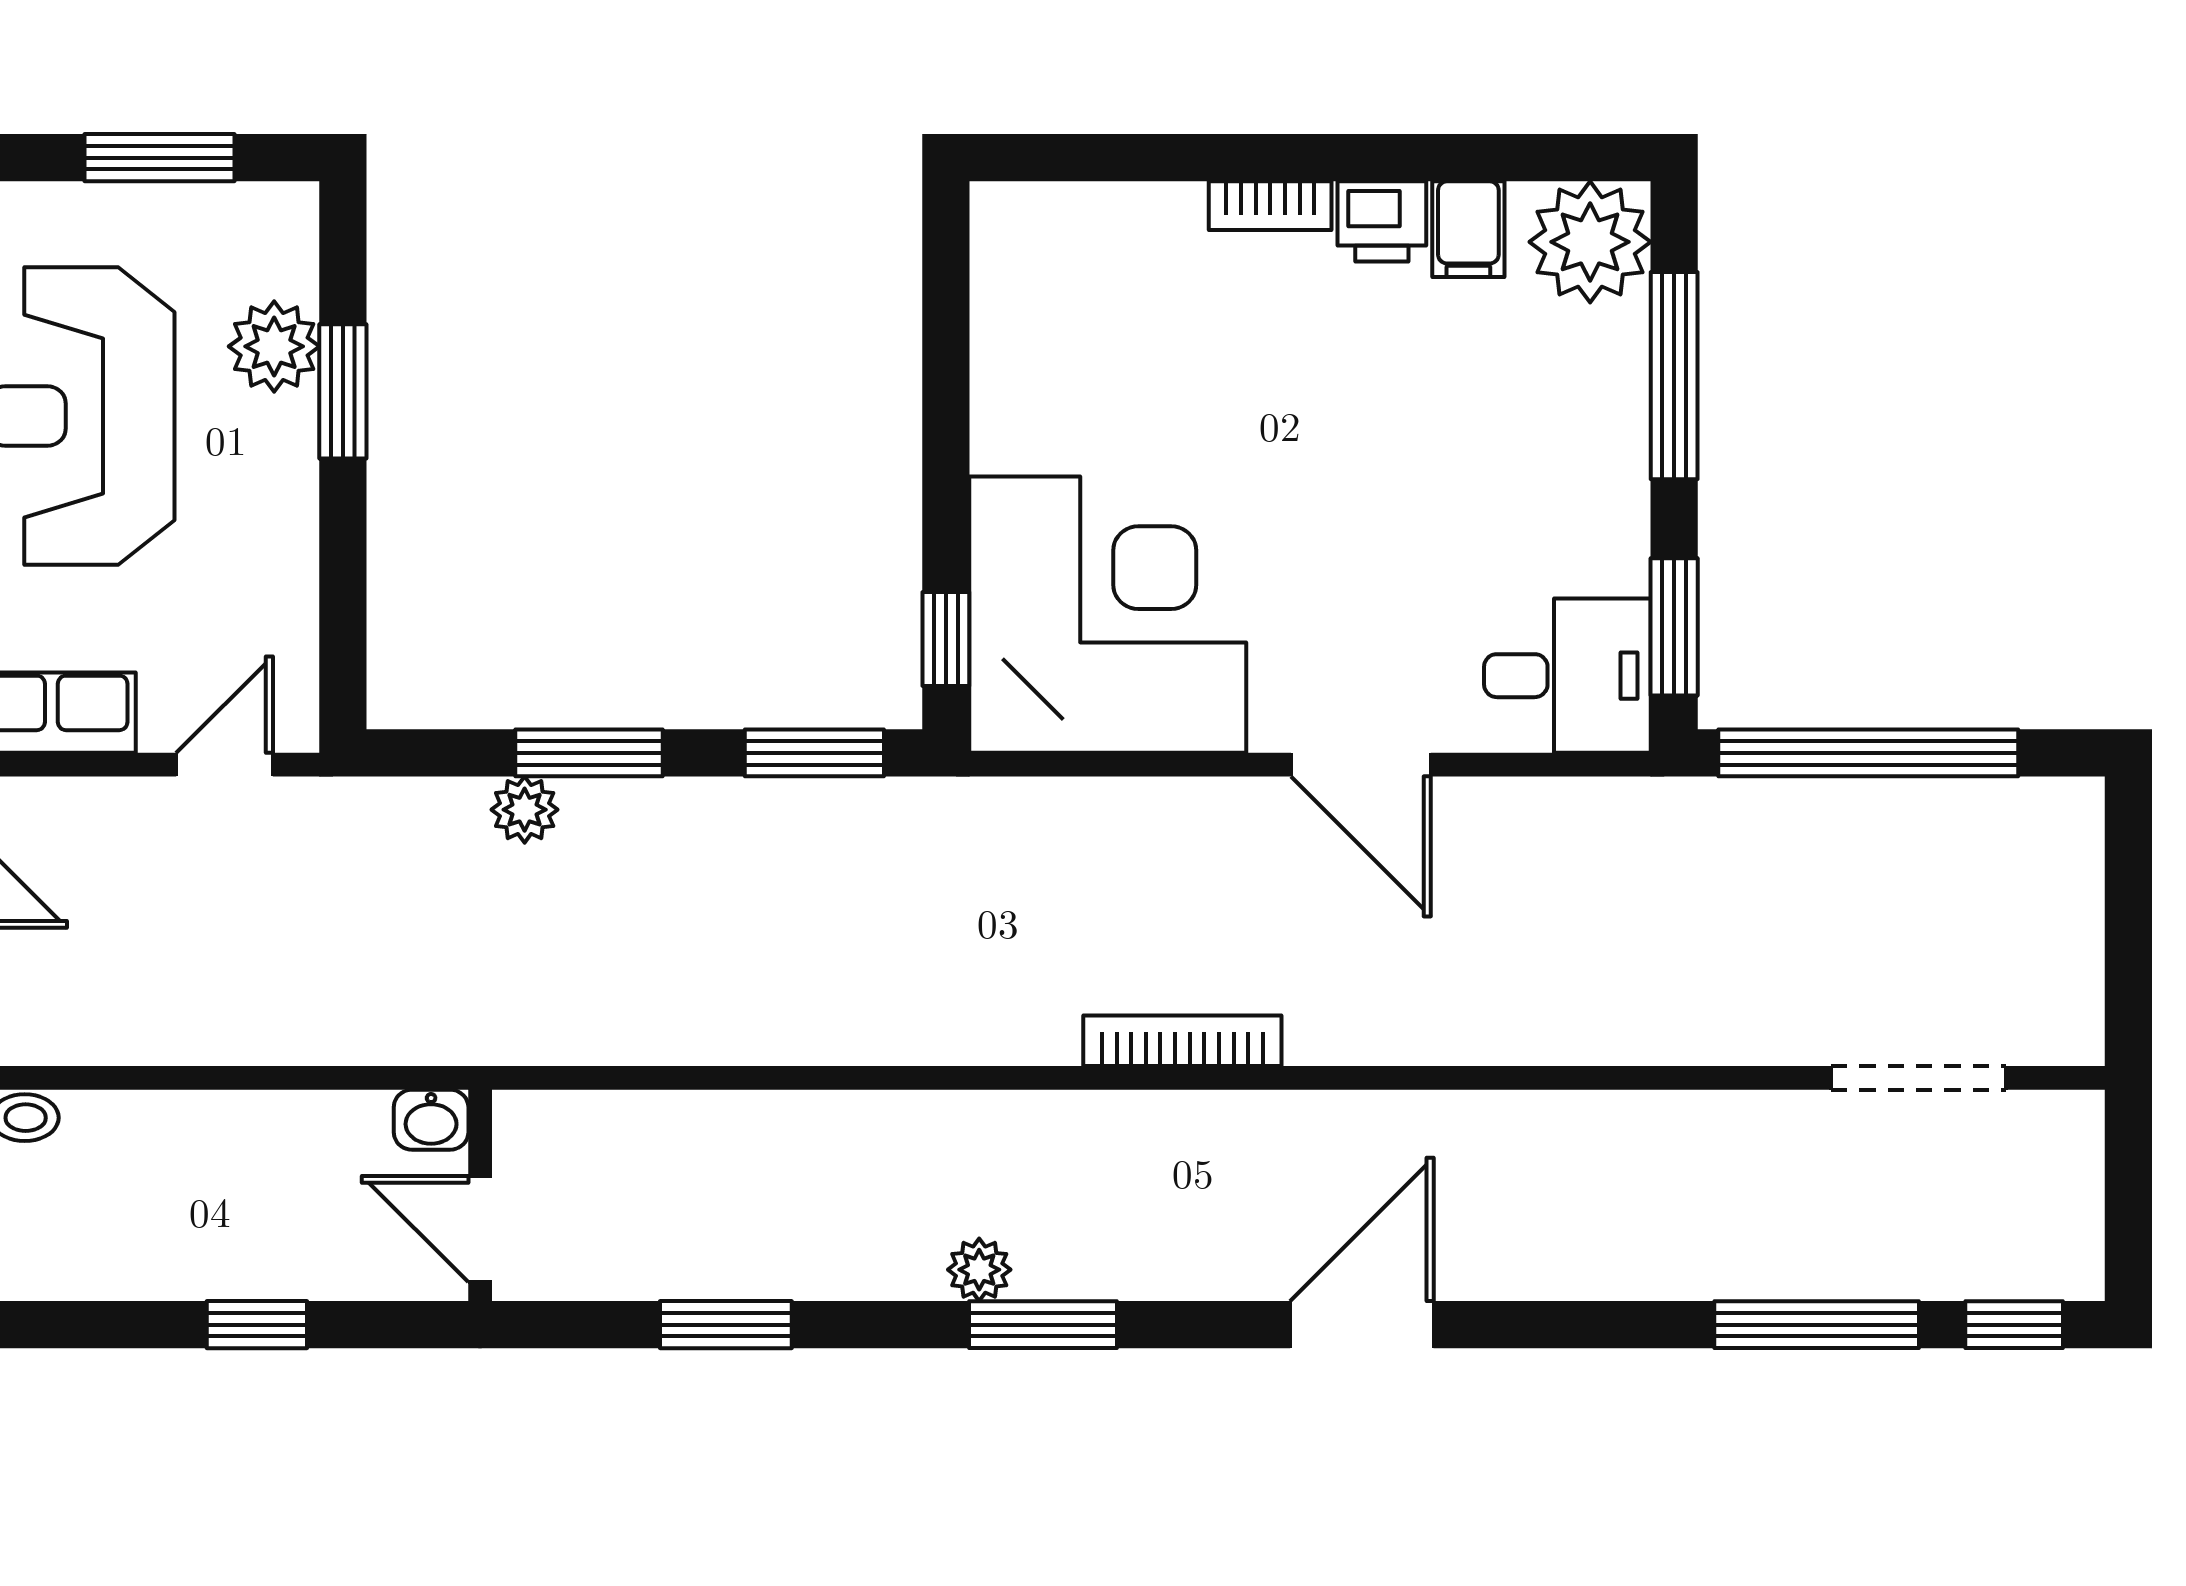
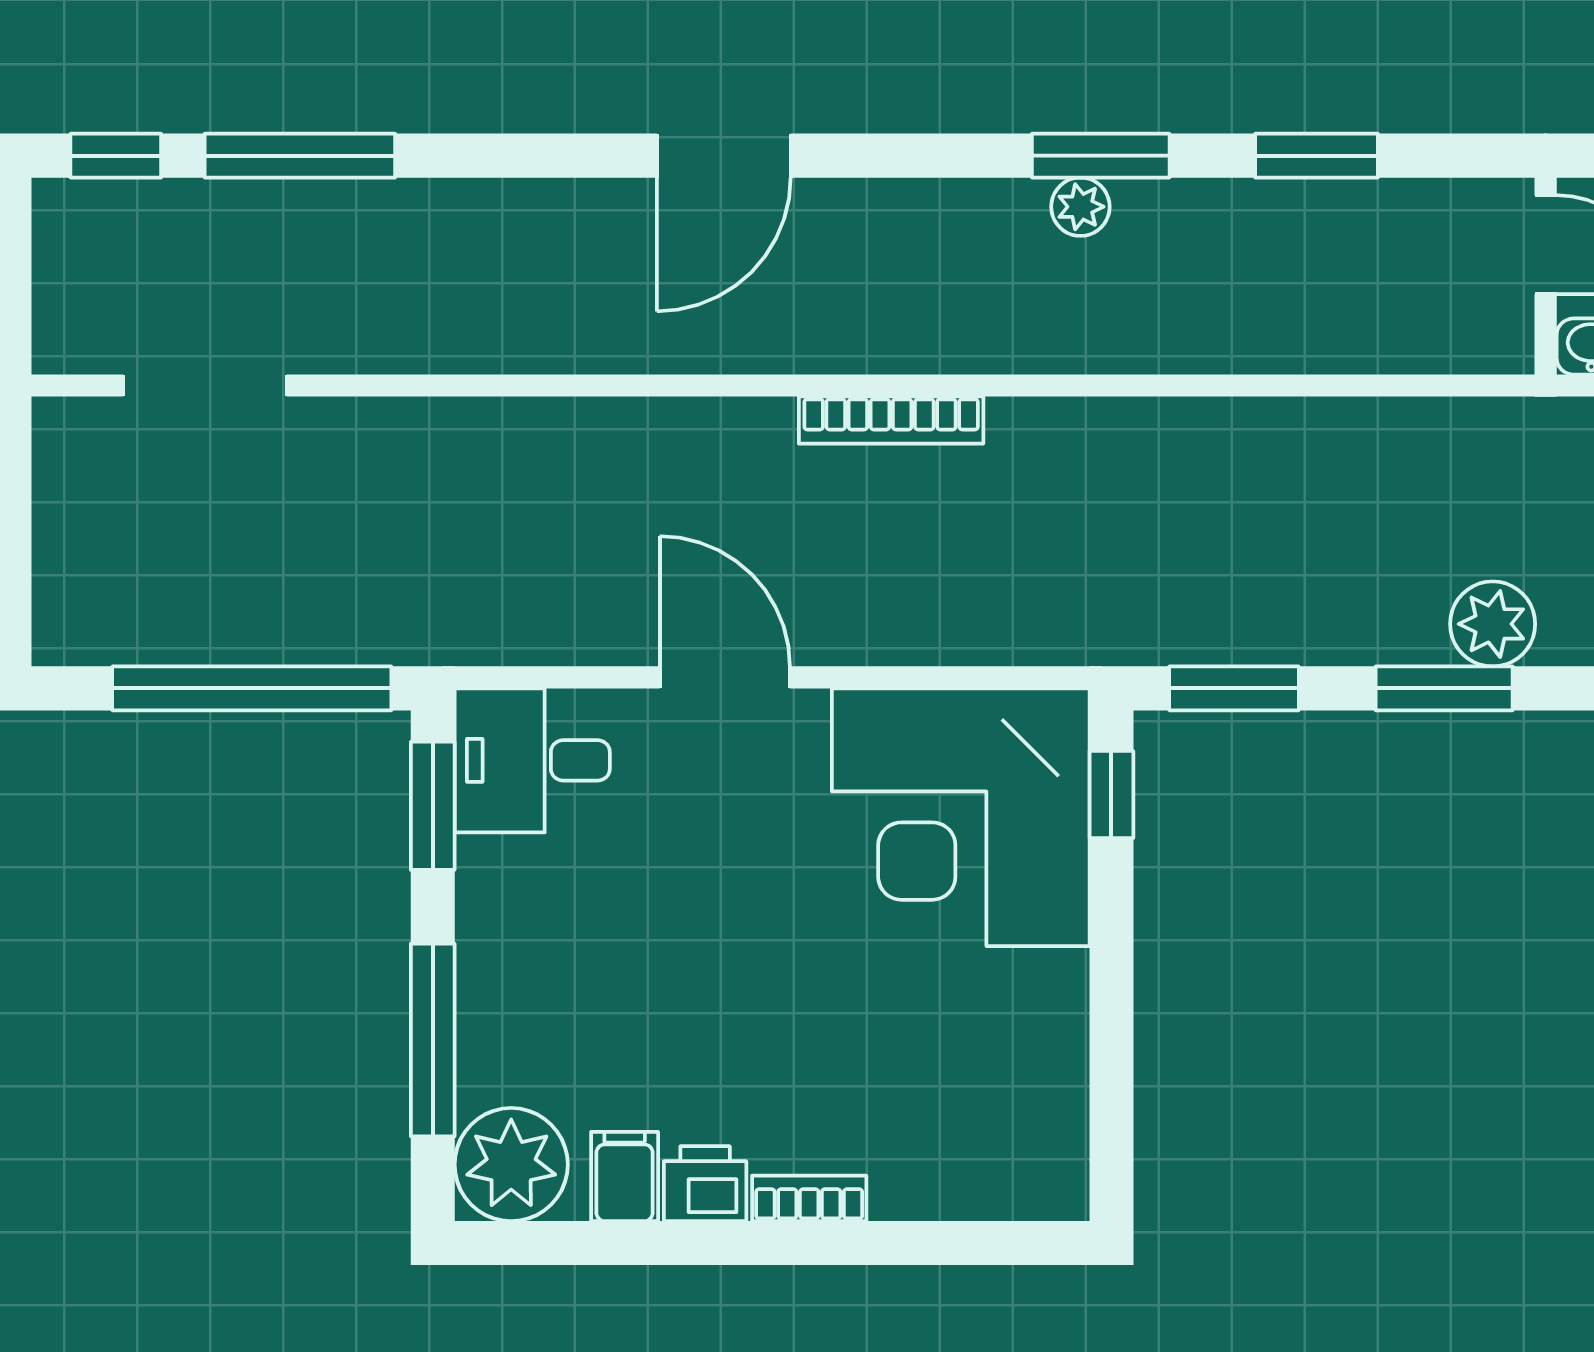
plant: (525, 810) -> (1493, 624), width x1.38, depth x1.38
window: (1043, 1325) -> (1101, 156), moved

